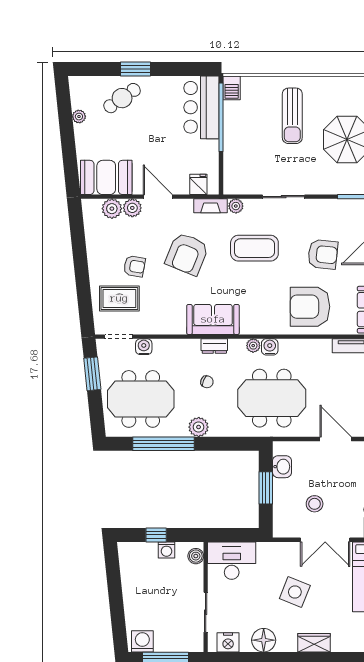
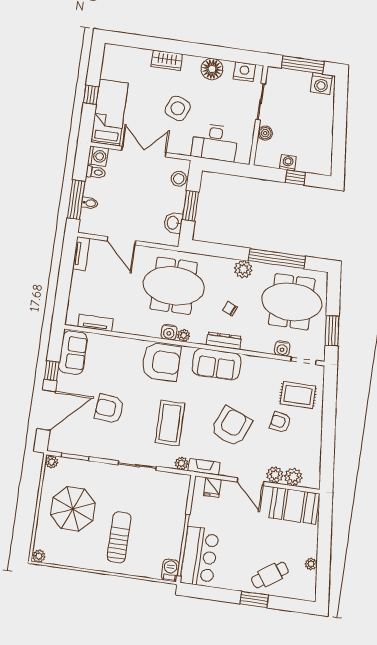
coffee table: (254, 248) -> (170, 423), turned 90
armchair: (310, 307) -> (161, 362), moved
dresser: (214, 346) -> (224, 341), width x1.44
stool: (315, 504) -> (179, 179), moved
boiler: (196, 556) -> (265, 133), moved
desk: (232, 561) -> (215, 142), moved

